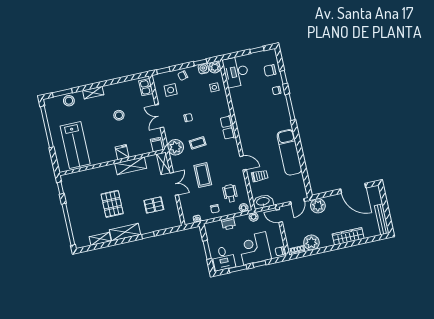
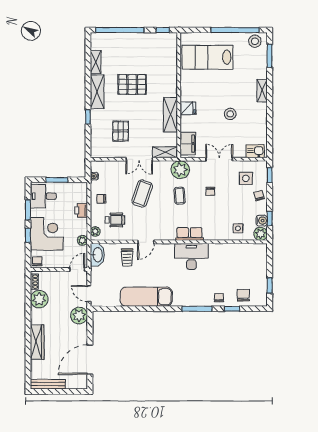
desk: (236, 72) -> (191, 256), moved
stool: (69, 101) -> (255, 41), moved
filing cabinet: (157, 145) -> (188, 144), width x2.00
coffee table: (203, 175) -> (142, 194), turned -71

